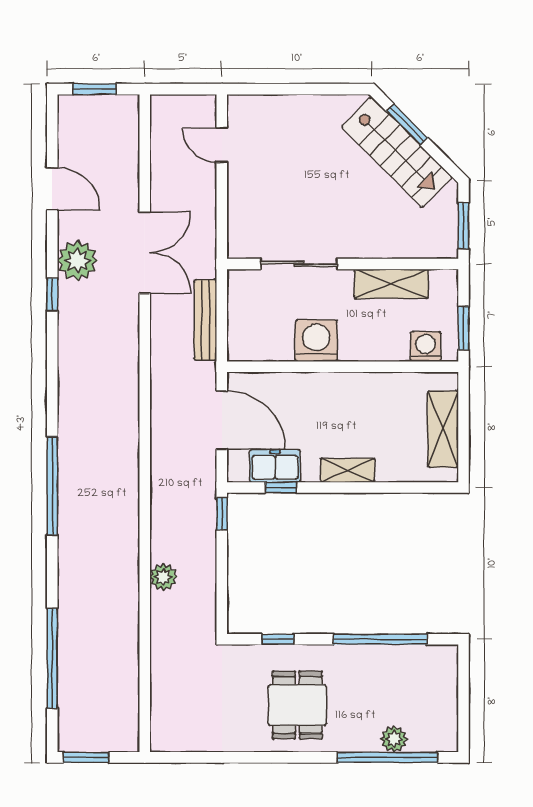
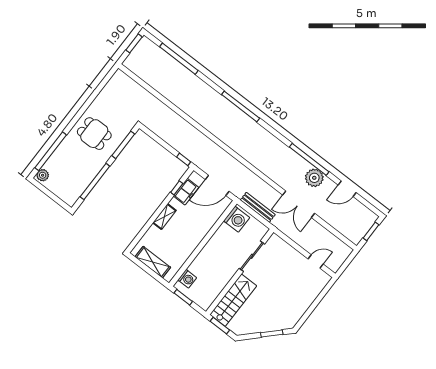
stairs: (397, 152) -> (233, 300), moved, turned 135
shelving: (391, 284) -> (219, 284), removed
window: (52, 294) -> (309, 159), width x3.17
washing machine: (316, 341) -> (237, 219), moved
plant: (163, 577) -> (177, 121), removed
window: (278, 639) -> (123, 145), width x2.17
plant: (394, 739) -> (43, 175), moved

